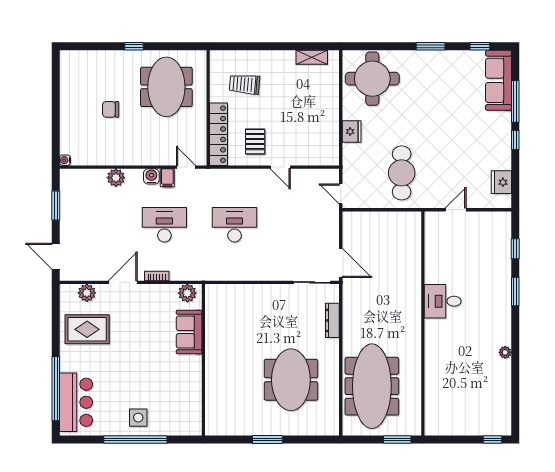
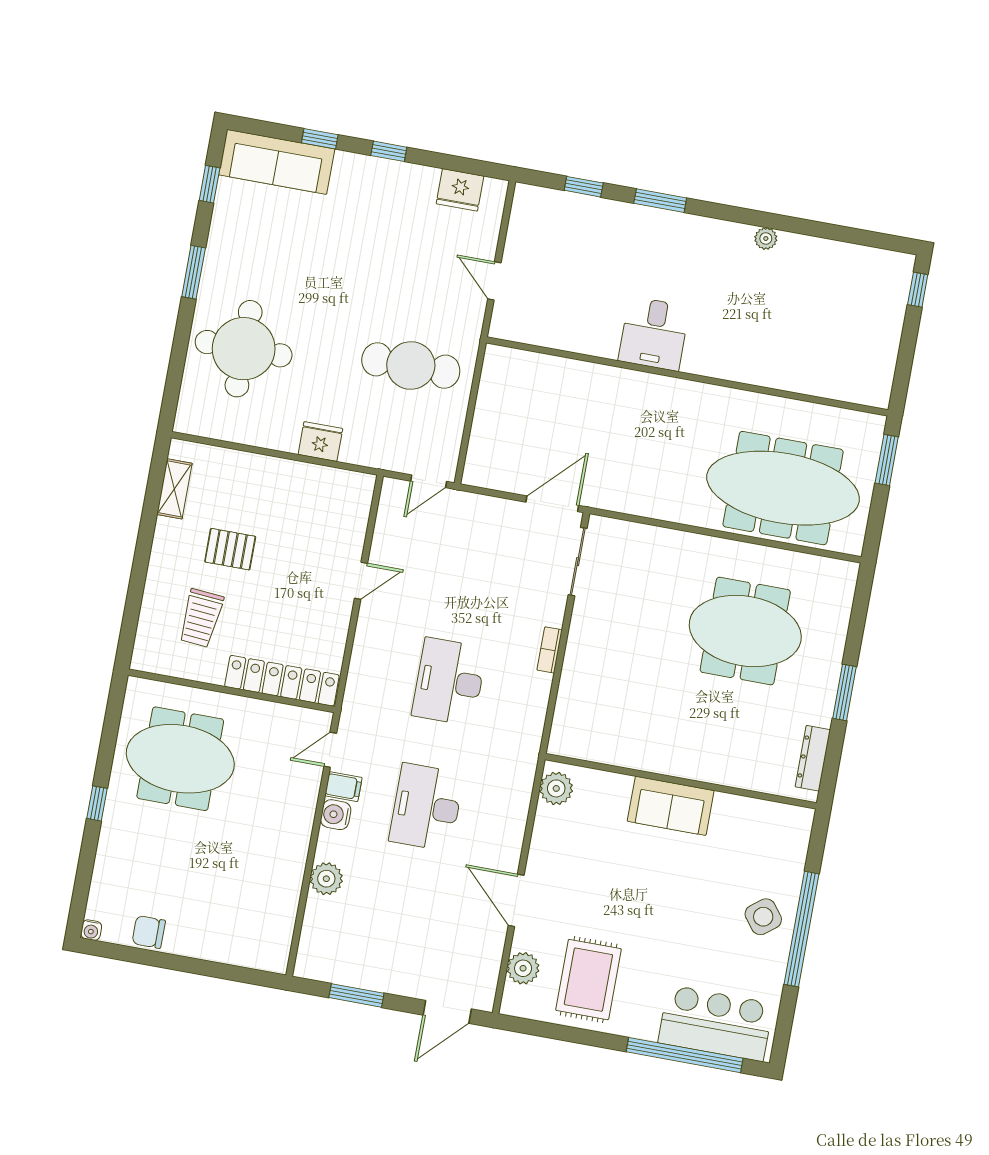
round table: (372, 79) -> (244, 349), moved
window: (515, 101) -> (320, 139), width x0.46
chair: (111, 109) -> (149, 932), moved, turned 90
pallet: (255, 142) -> (230, 549), moved
water cooler: (65, 160) -> (91, 930), moved
bookcase: (157, 276) -> (550, 650), moved
dresser: (332, 320) -> (813, 758), moved, turned 90
sofa: (189, 332) -> (671, 806), moved
side table: (138, 418) -> (763, 917), turned -38

